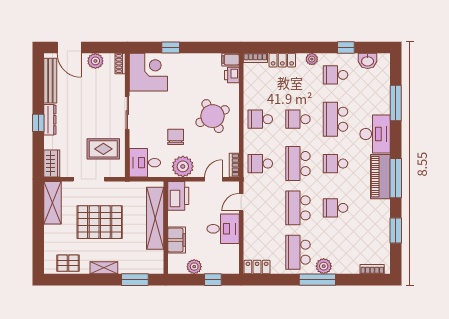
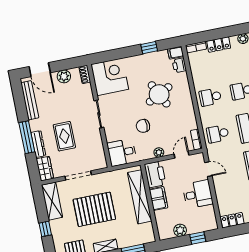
window: (171, 47) -> (149, 48), moved
round table: (213, 116) -> (159, 94), moved
dresser: (50, 120) -> (38, 144), moved
window: (38, 123) -> (27, 137), width x2.17
chair: (176, 137) -> (143, 126), turned -90
rug: (103, 149) -> (64, 136), moved, turned 90
plant: (183, 166) -> (159, 152), width x0.53, depth x0.53
door: (241, 202) -> (208, 169), swing flipped
window: (38, 233) -> (45, 229), added
filing cabinet: (177, 240) -> (158, 198), moved

